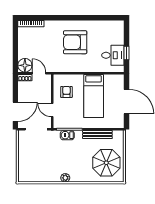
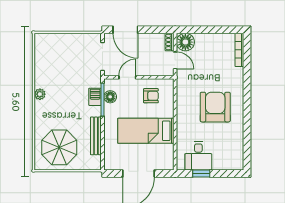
door: (39, 73) -> (175, 60), hinge flipped
floor lamp: (67, 123) -> (110, 97), added

